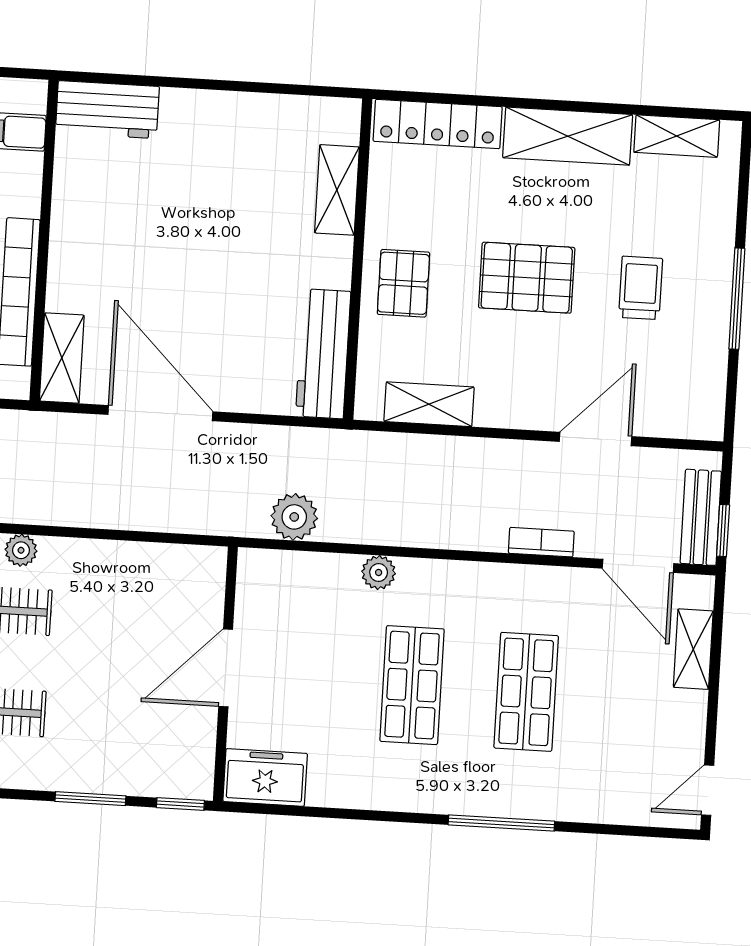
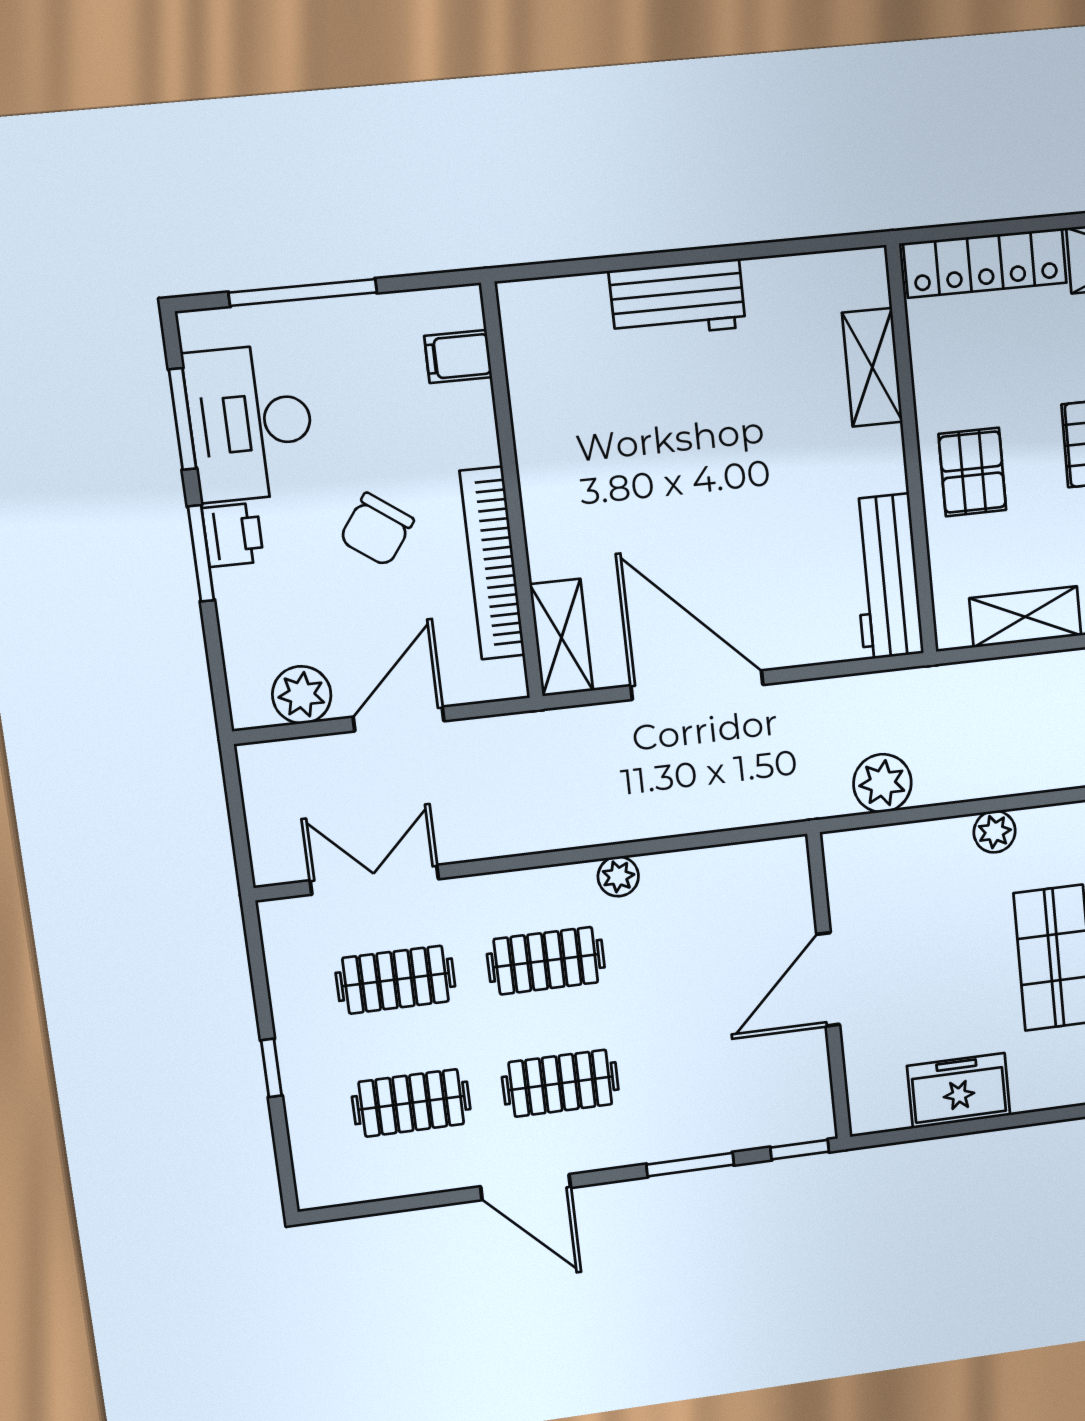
workbench: (107, 110) -> (677, 299), moved
plant: (21, 550) -> (618, 876), moved
freezer: (265, 777) -> (959, 1091), moved

